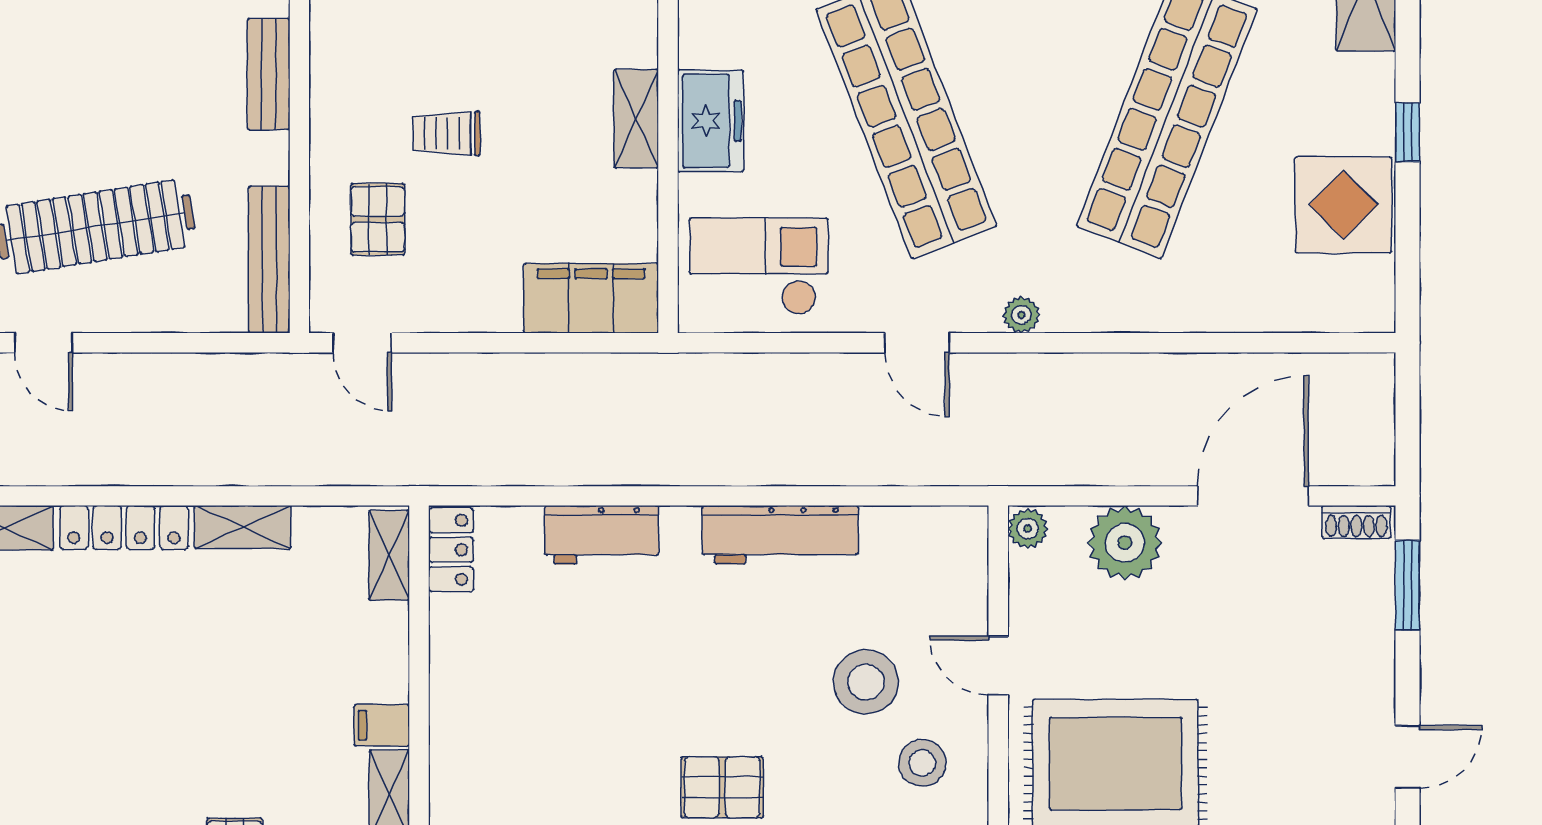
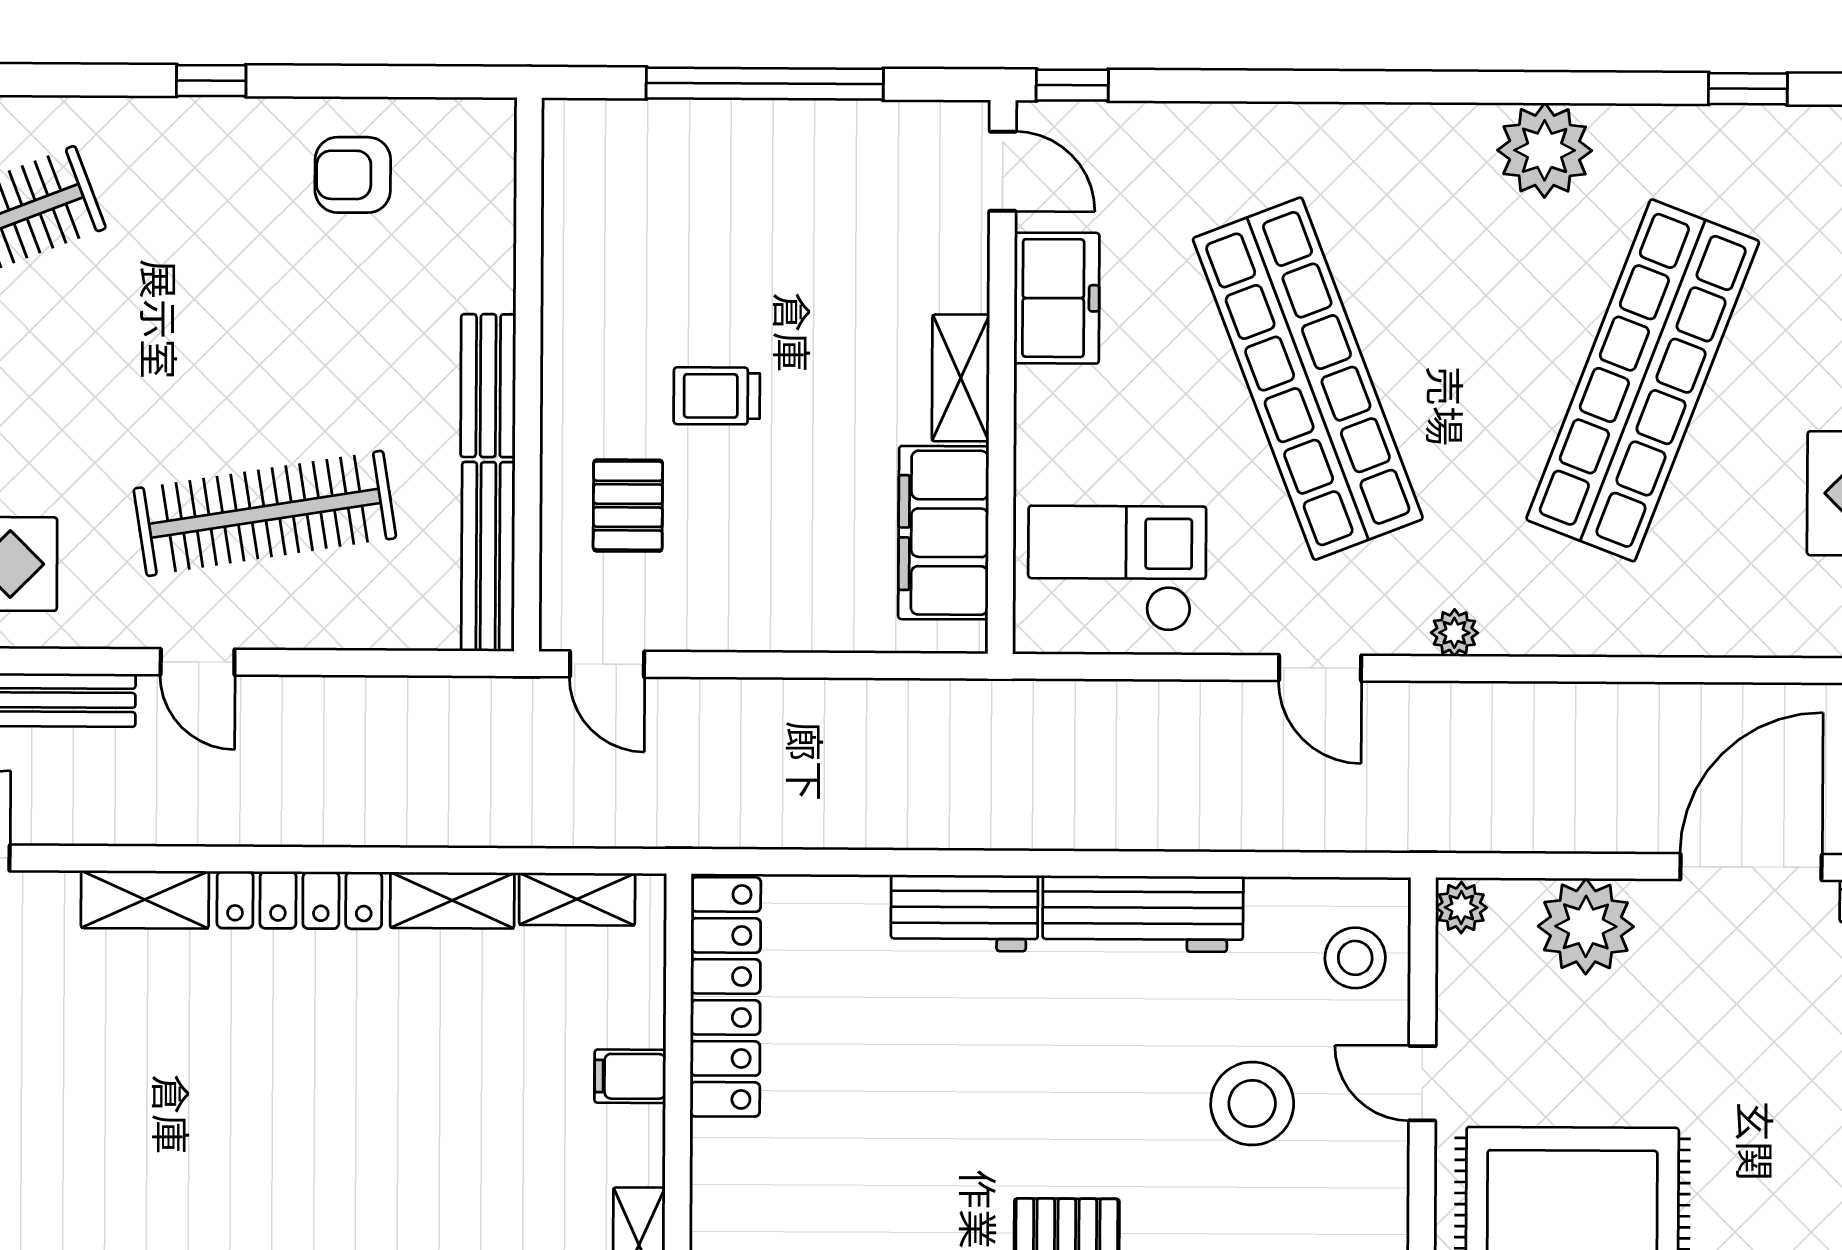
bench: (269, 74) -> (488, 386), moved
freezer: (711, 121) -> (1057, 298), moved
filing cabinet: (591, 298) -> (944, 533), moved, turned -90
workbench: (602, 535) -> (964, 913), moved
locker: (451, 550) -> (725, 997), width x2.16, depth x1.21
shelving: (389, 555) -> (577, 899), moved, turned 90
filing cabinet: (382, 725) -> (630, 1076), moved
stool: (922, 763) -> (1355, 958), moved

